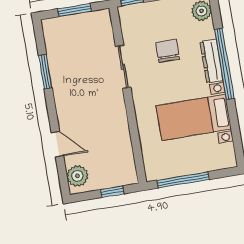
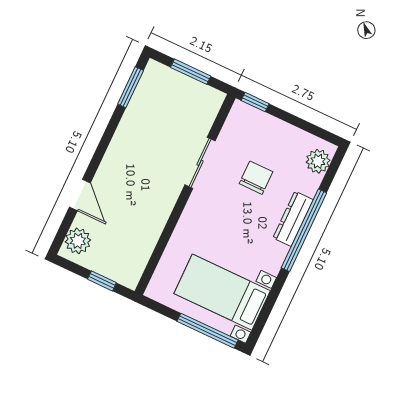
window: (45, 72) -> (131, 87), moved
bed with nightstands: (194, 117) -> (222, 292), moved
window: (183, 180) -> (208, 331), moved

